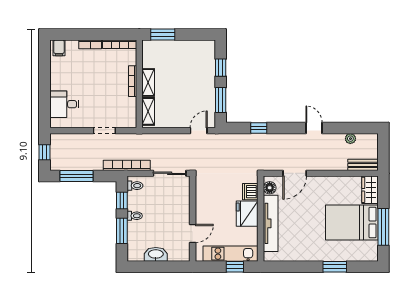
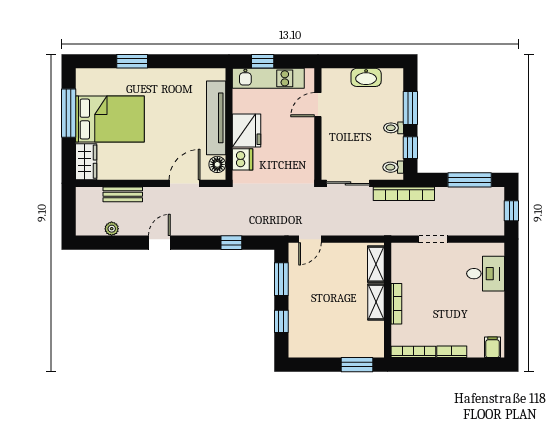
door: (314, 128) -> (159, 243), swing flipped
bench: (363, 165) -> (123, 194), moved

